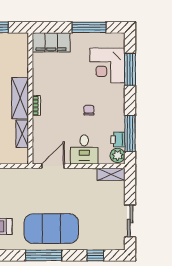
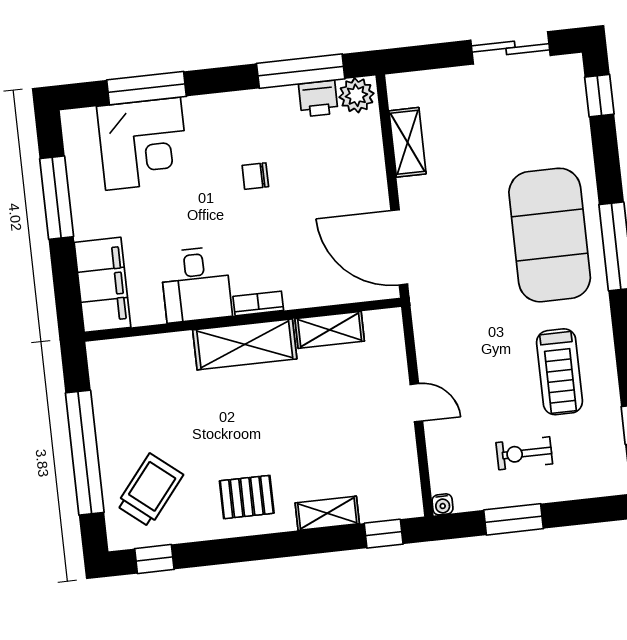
desk: (84, 149) -> (196, 284), moved, turned 90
door: (53, 166) -> (399, 247), width x1.36
shelving: (111, 174) -> (408, 142), moved
window: (95, 255) -> (599, 96), moved

